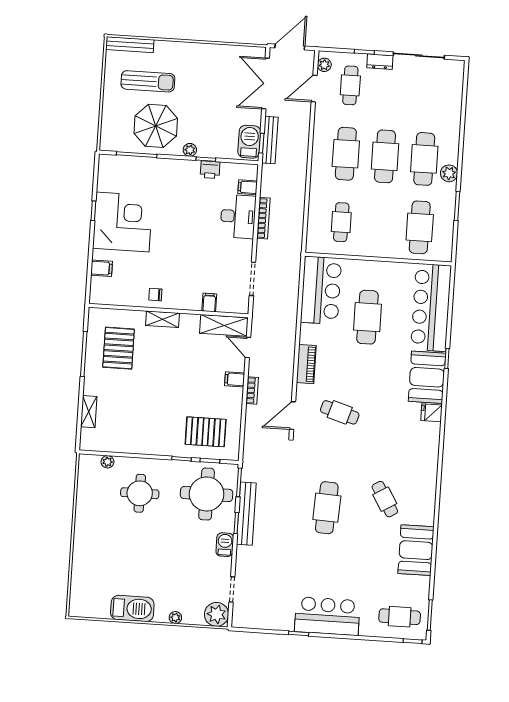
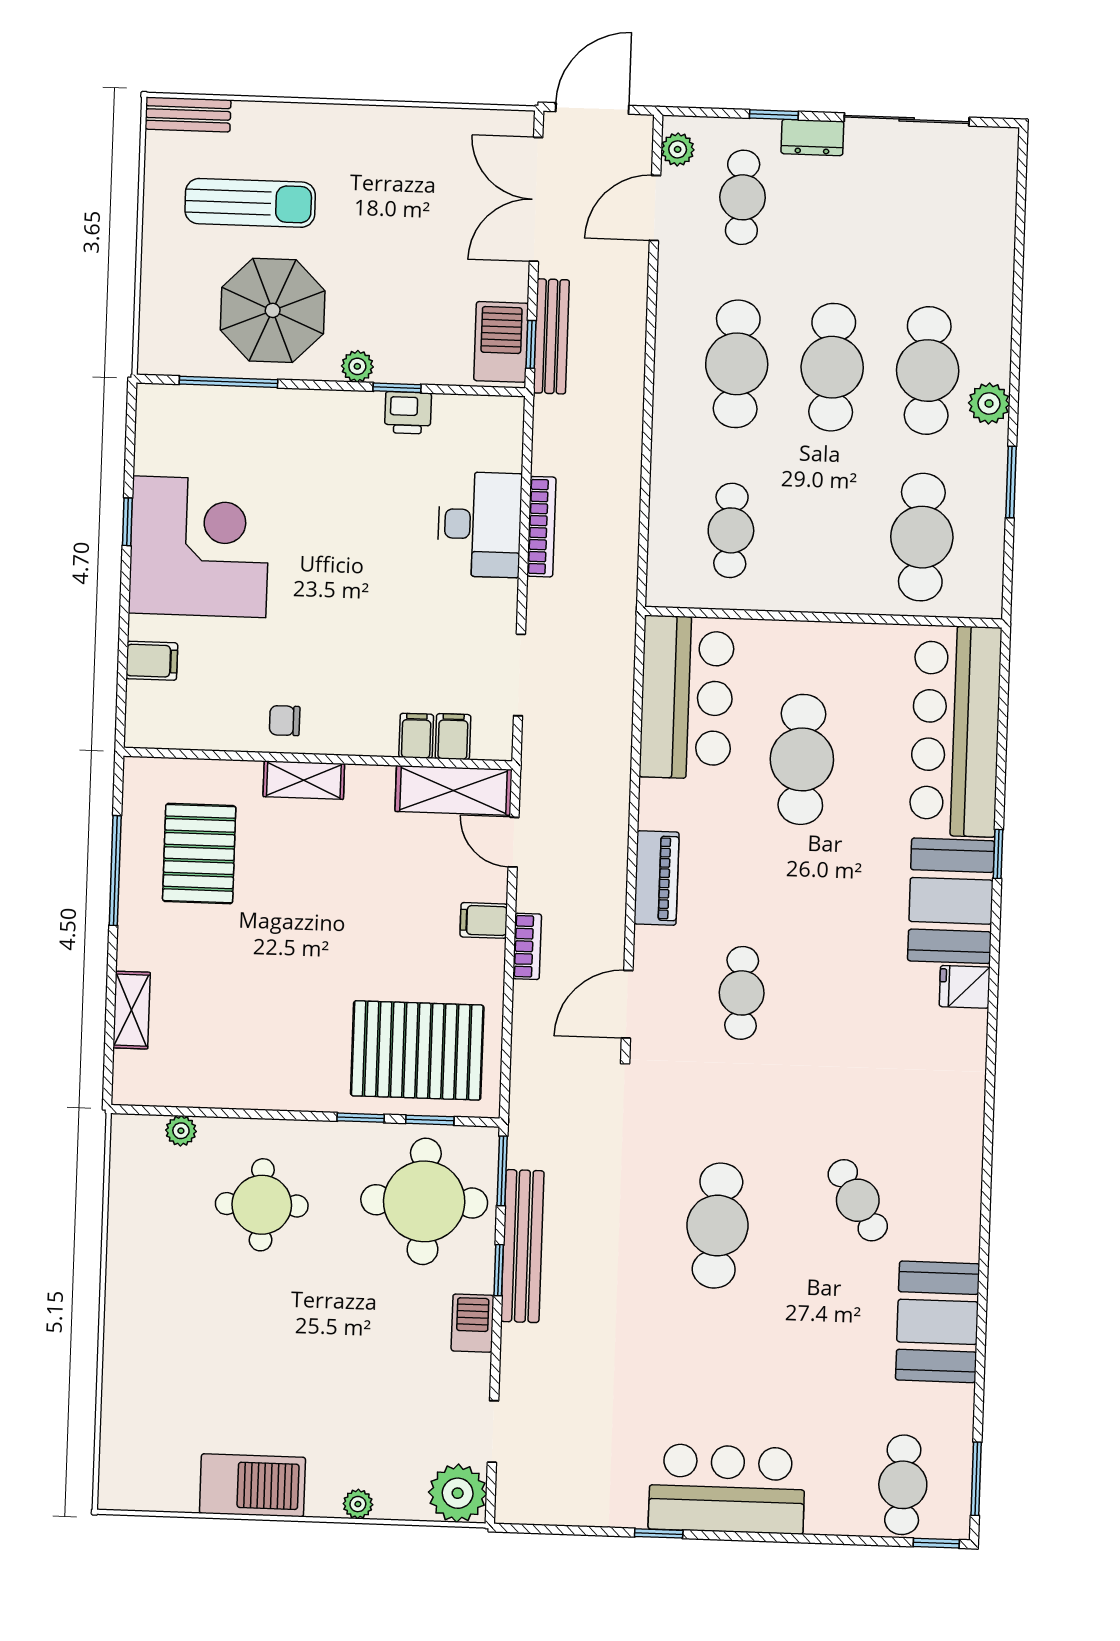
bench: (130, 45) -> (188, 114), width x0.73
filing cabinet: (248, 187) -> (453, 737), moved, turned 90
cafe table: (340, 412) -> (742, 993), turned 73
pallet: (206, 432) -> (417, 1050), width x1.37, depth x1.41
cafe table: (400, 617) -> (903, 1485), turned 90

